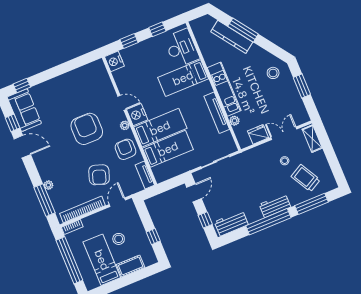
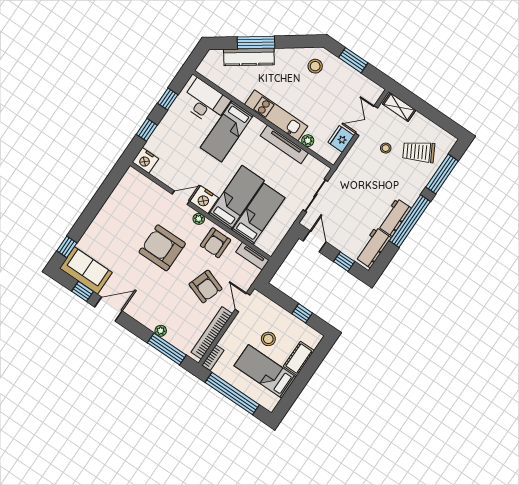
armchair: (125, 149) -> (216, 243), turned -90
workbench: (275, 206) -> (394, 217), moved

